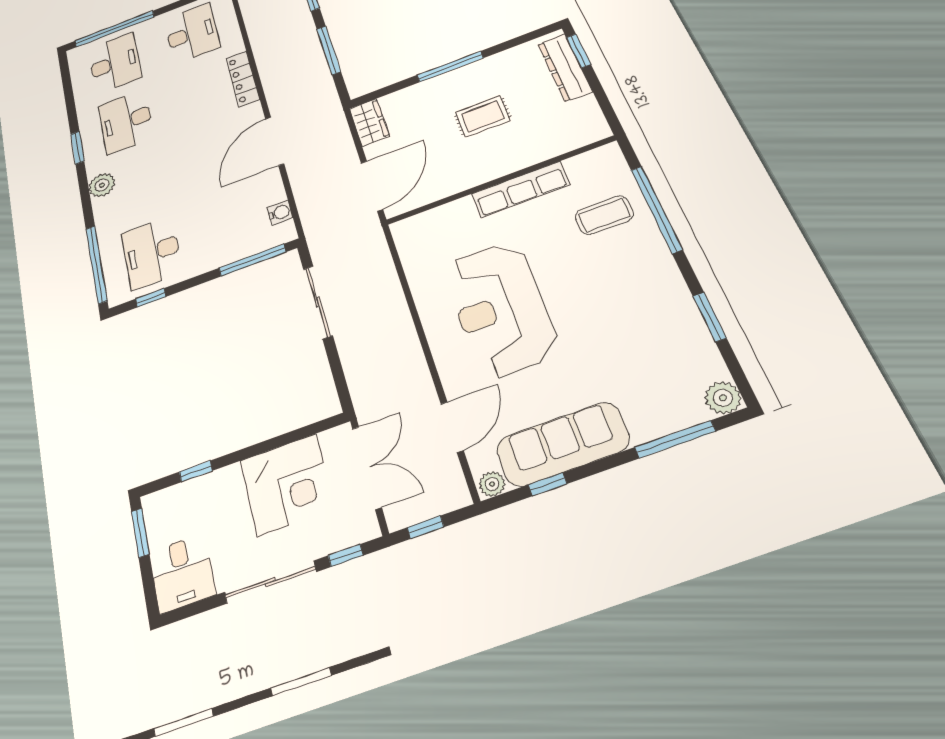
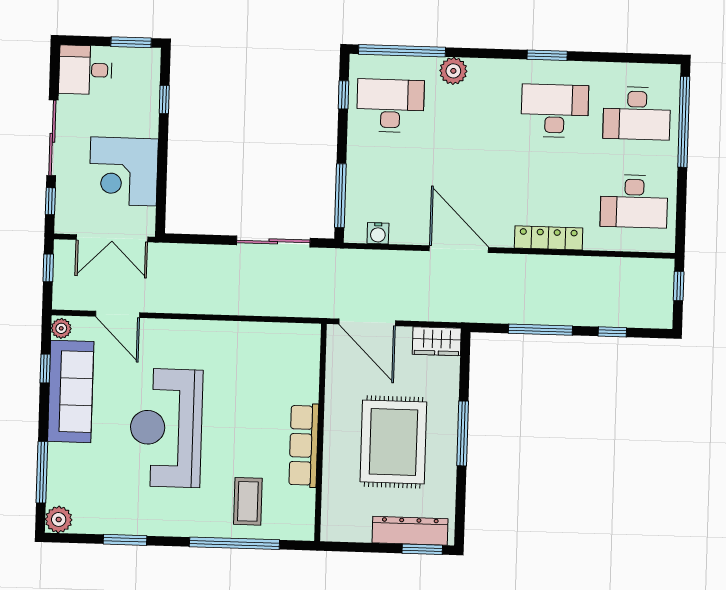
rug: (483, 116) -> (393, 442), width x1.86, depth x2.06
plant: (102, 185) -> (453, 71), moved
reception desk: (500, 309) -> (166, 428), moved, turned -90

